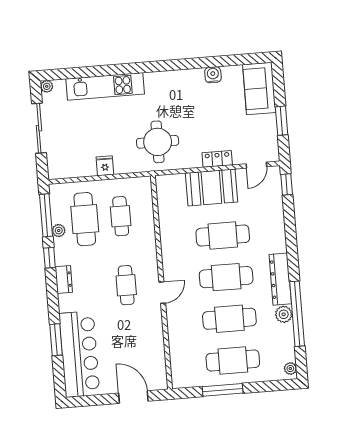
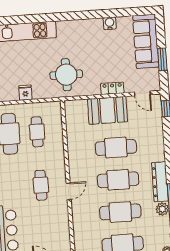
sofa: (259, 89) -> (146, 41), width x1.36
door: (256, 165) -> (142, 93), hinge flipped

